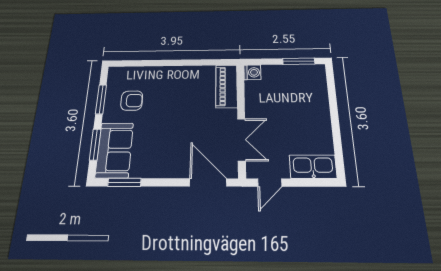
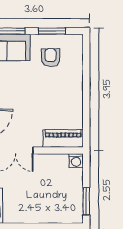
armchair: (132, 101) -> (51, 58), turned 180

